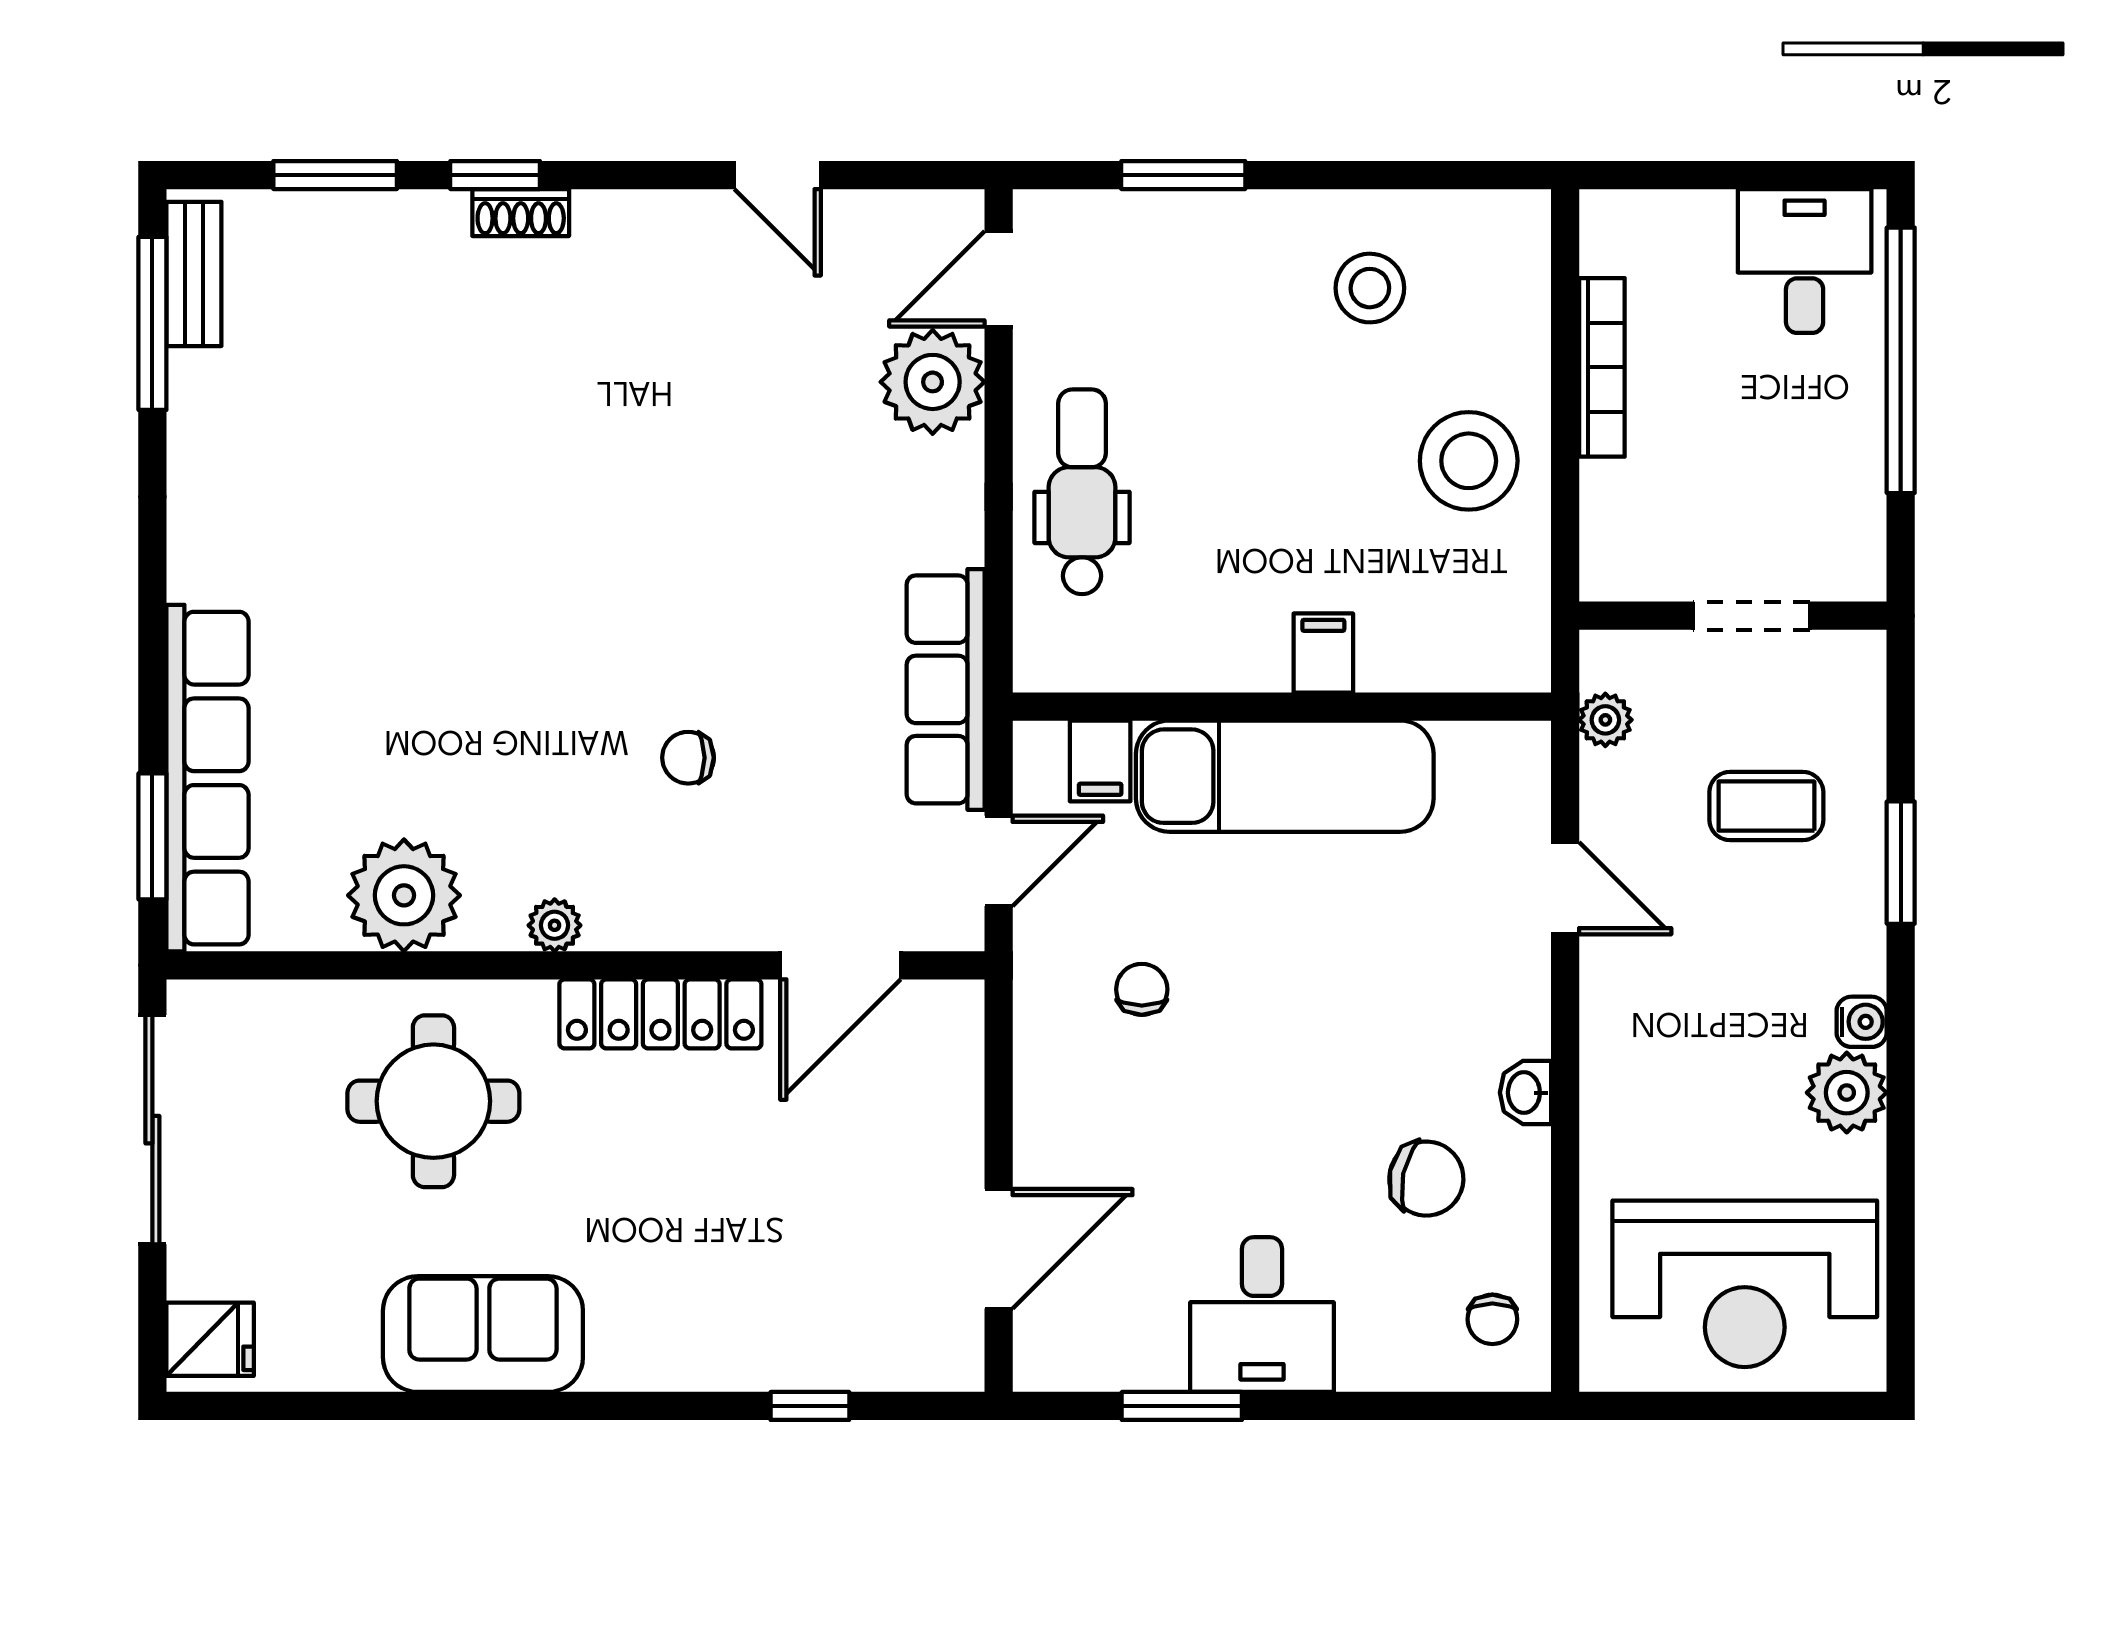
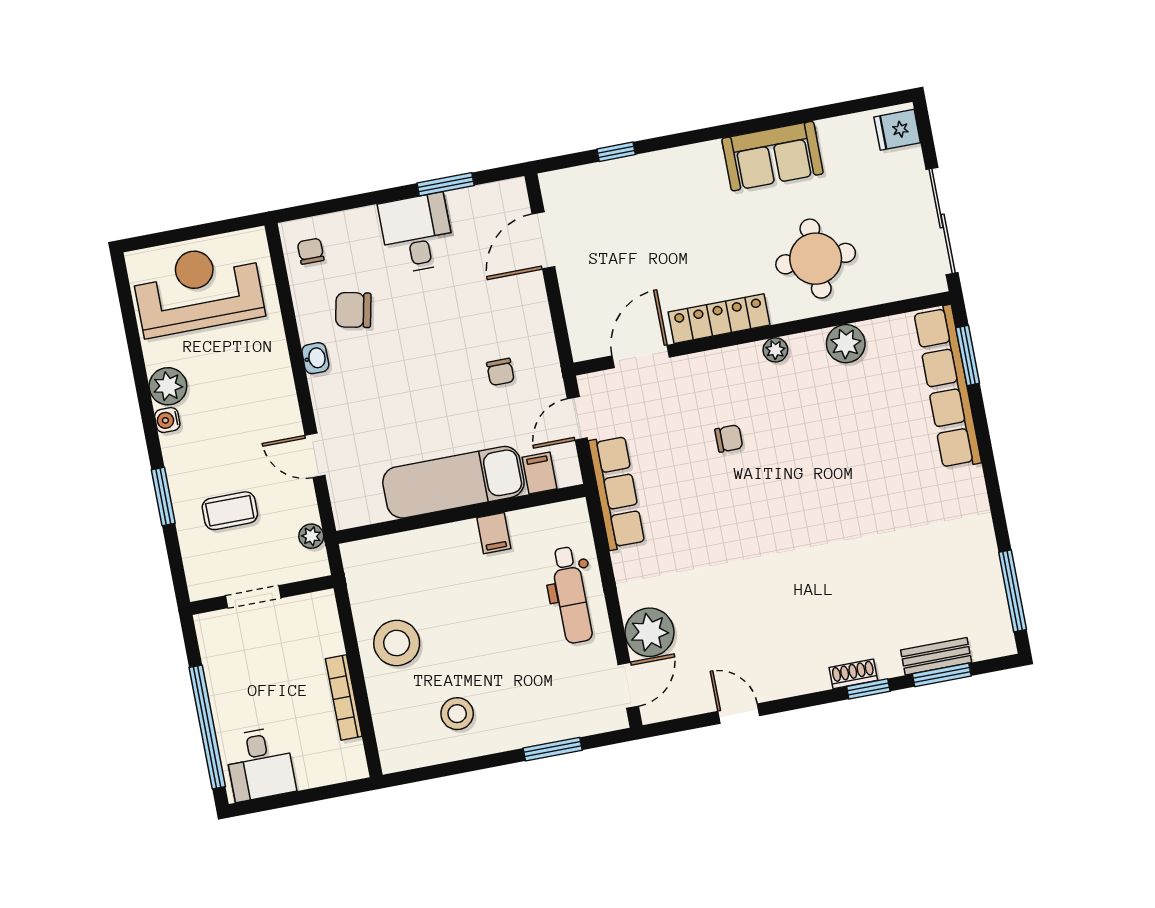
bench: (194, 274) -> (936, 656), moved, turned 90
filing cabinet: (1323, 653) -> (494, 533), moved
plant: (404, 895) -> (846, 344), width x0.73, depth x0.73

